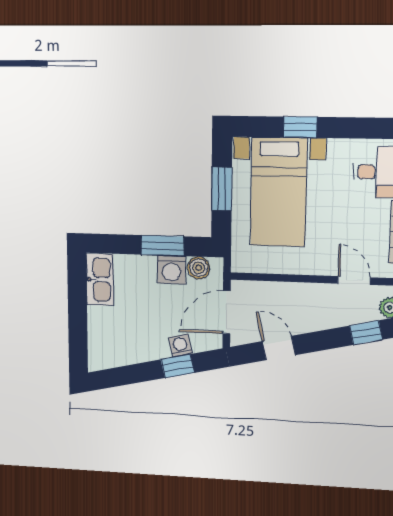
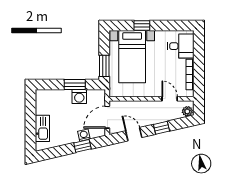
window: (222, 189) -> (104, 66), moved
boiler: (199, 268) -> (93, 95), removed
kitchen sink: (100, 280) -> (42, 128), moved
window: (366, 333) -> (161, 128), moved

